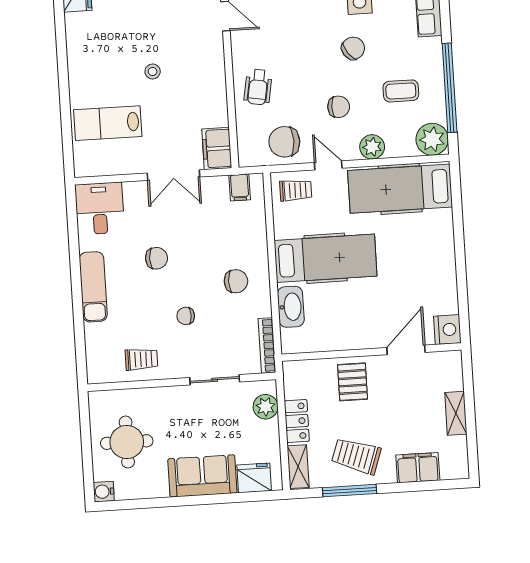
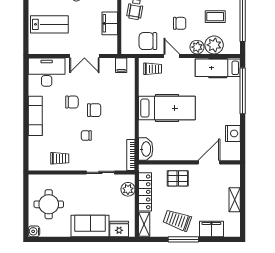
lab bench: (108, 123) -> (49, 24), turned 180
plant: (432, 139) -> (214, 45), moved
filing cabinet: (217, 149) -> (110, 23), moved
hospital bed: (400, 189) -> (218, 68), width x0.73, depth x0.78
desk: (100, 208) -> (47, 72), width x1.37
window: (458, 220) -> (243, 91), added
chair: (236, 281) -> (94, 110), moved
washbasin: (291, 307) -> (146, 149), moved
nightstand: (447, 330) -> (233, 133), moved
pallet: (353, 382) -> (178, 178), turned 90
locker: (297, 421) -> (145, 192), width x1.53
window: (350, 491) -> (183, 239), moved

